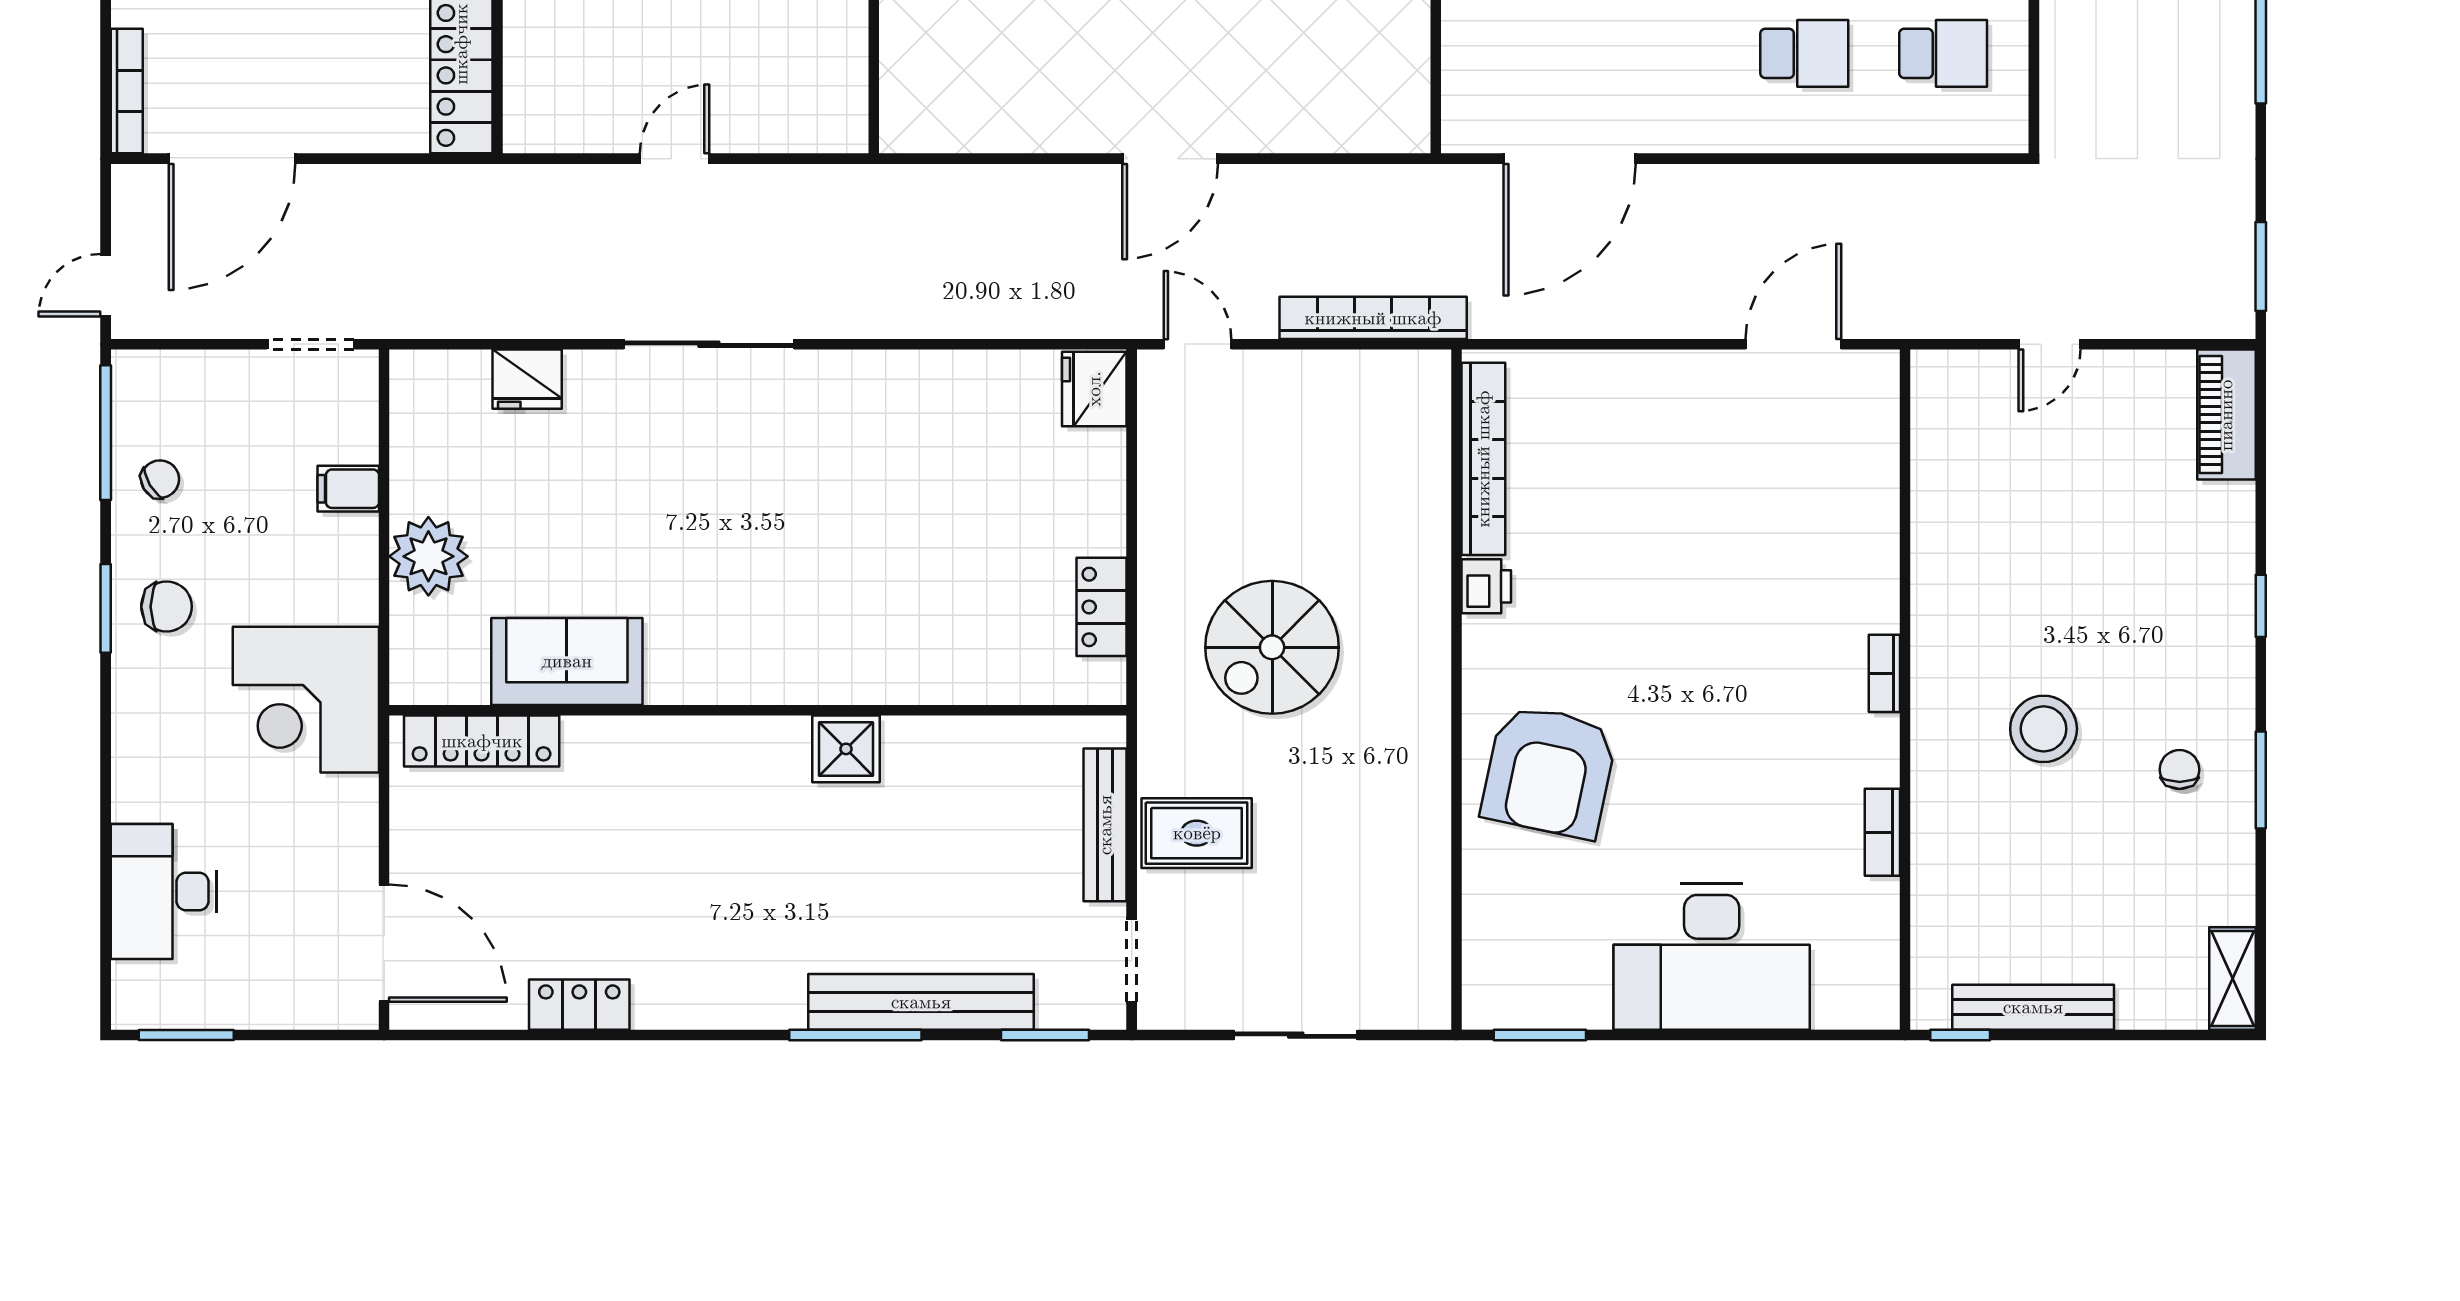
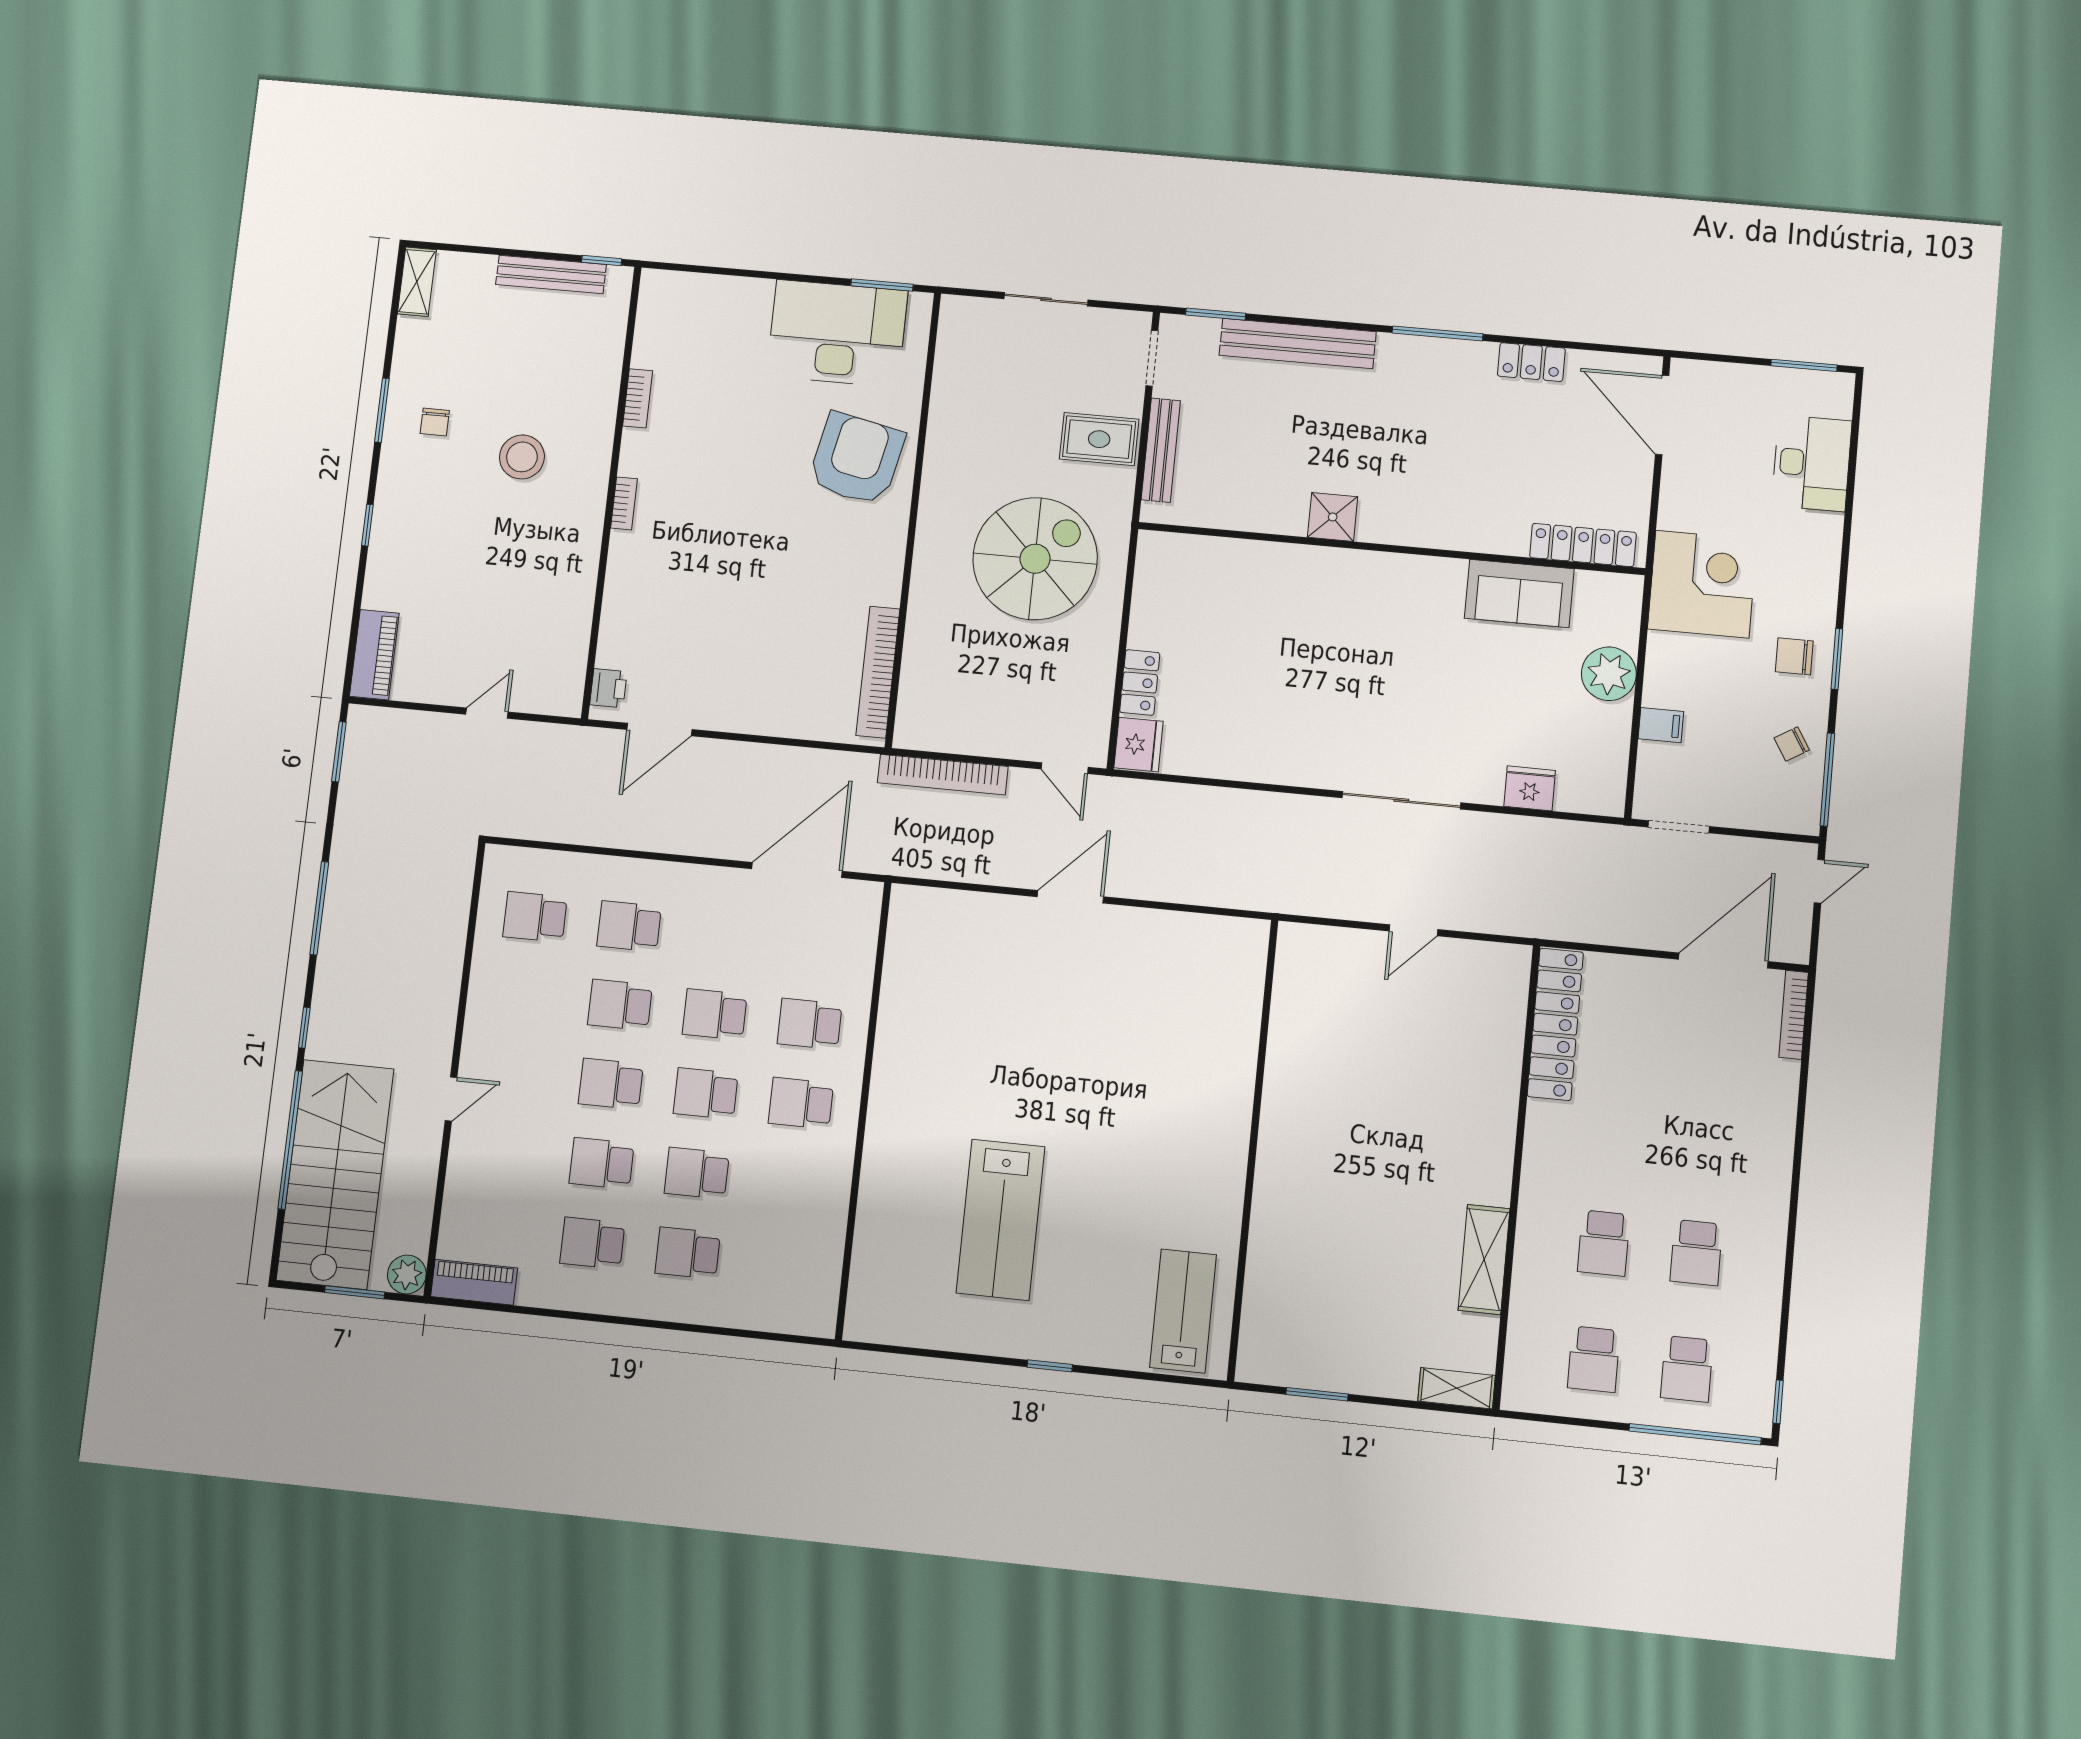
printer: (1486, 586) -> (608, 688), moved, turned 180
locker: (1102, 607) -> (1140, 682), moved
spiral stairs: (1272, 647) -> (1035, 559), width x1.37, depth x1.37
desk: (1712, 956) -> (837, 333), moved
window: (855, 1035) -> (1438, 333), moved

